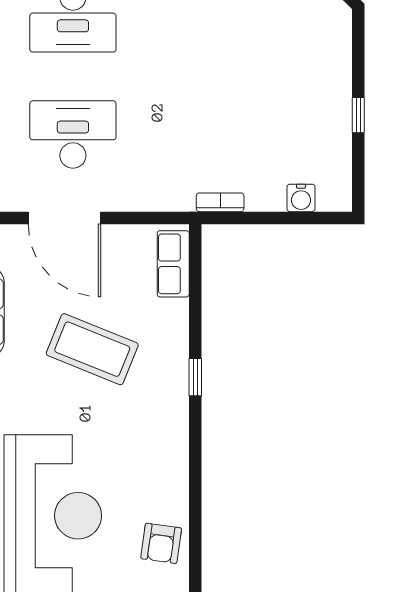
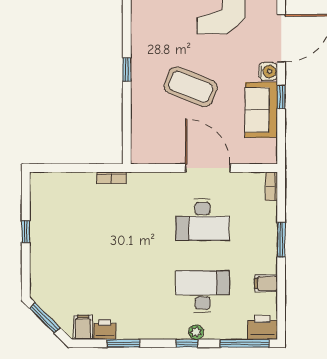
water cooler: (301, 198) -> (61, 180), removed
row of seats: (173, 264) -> (140, 140), removed

